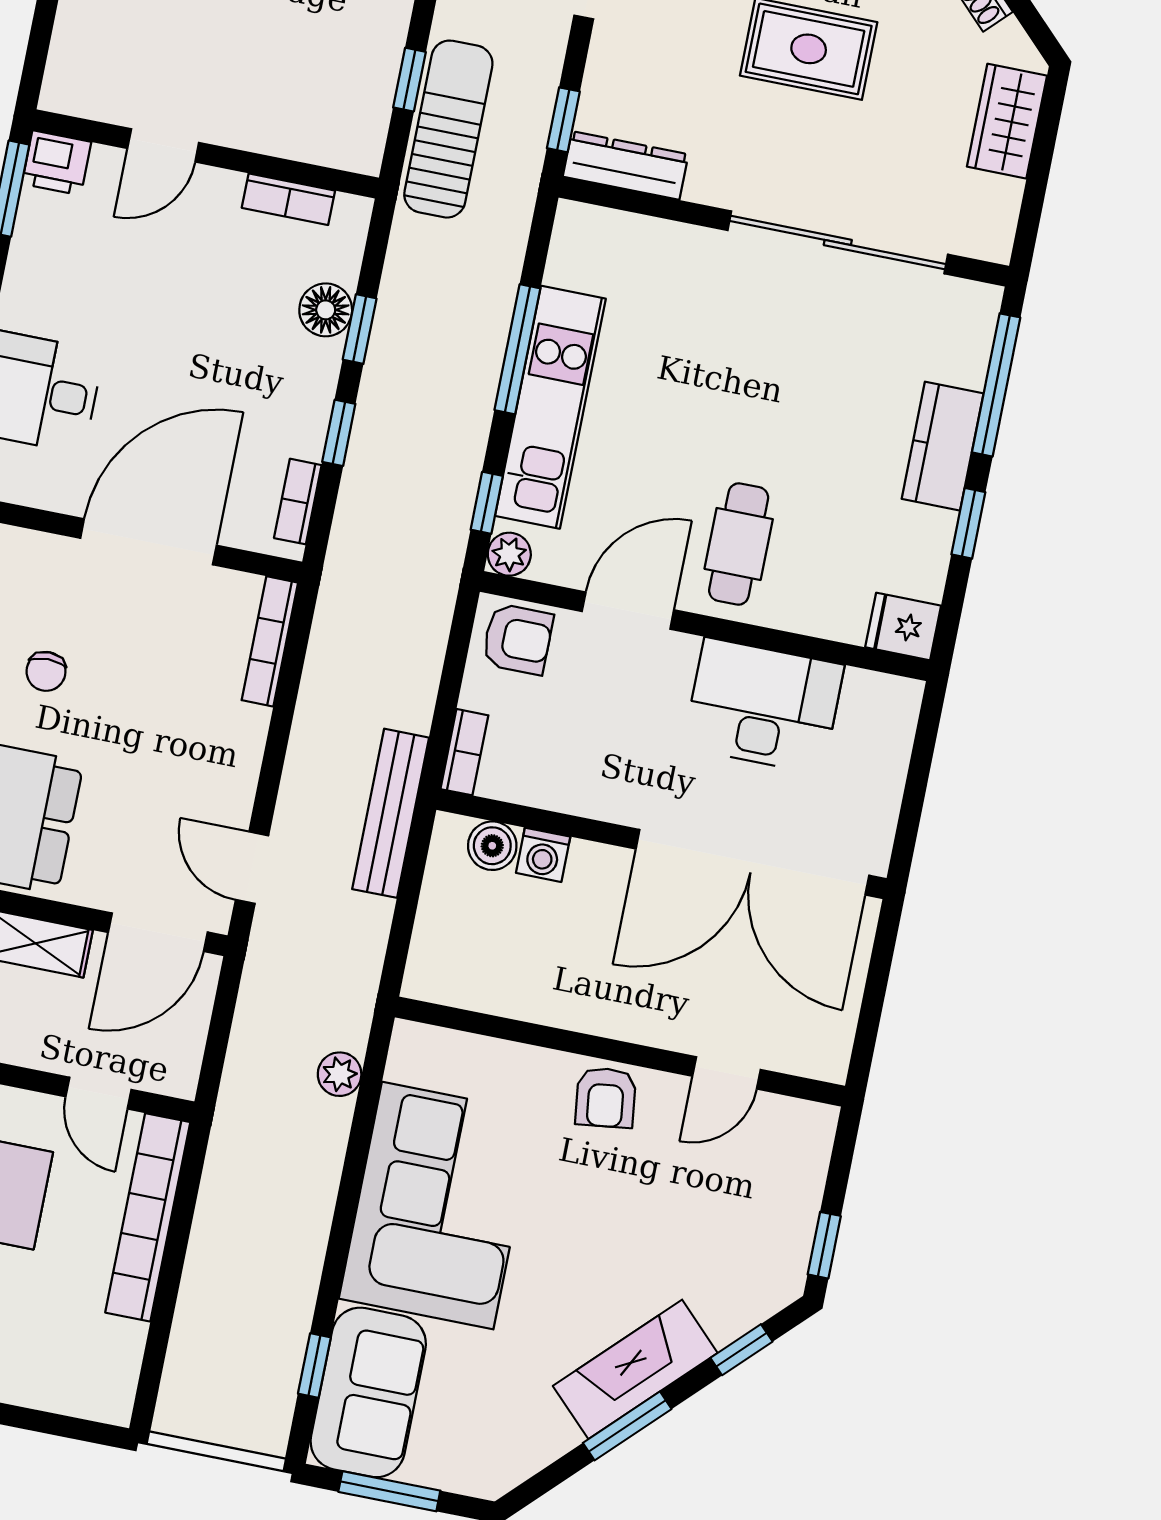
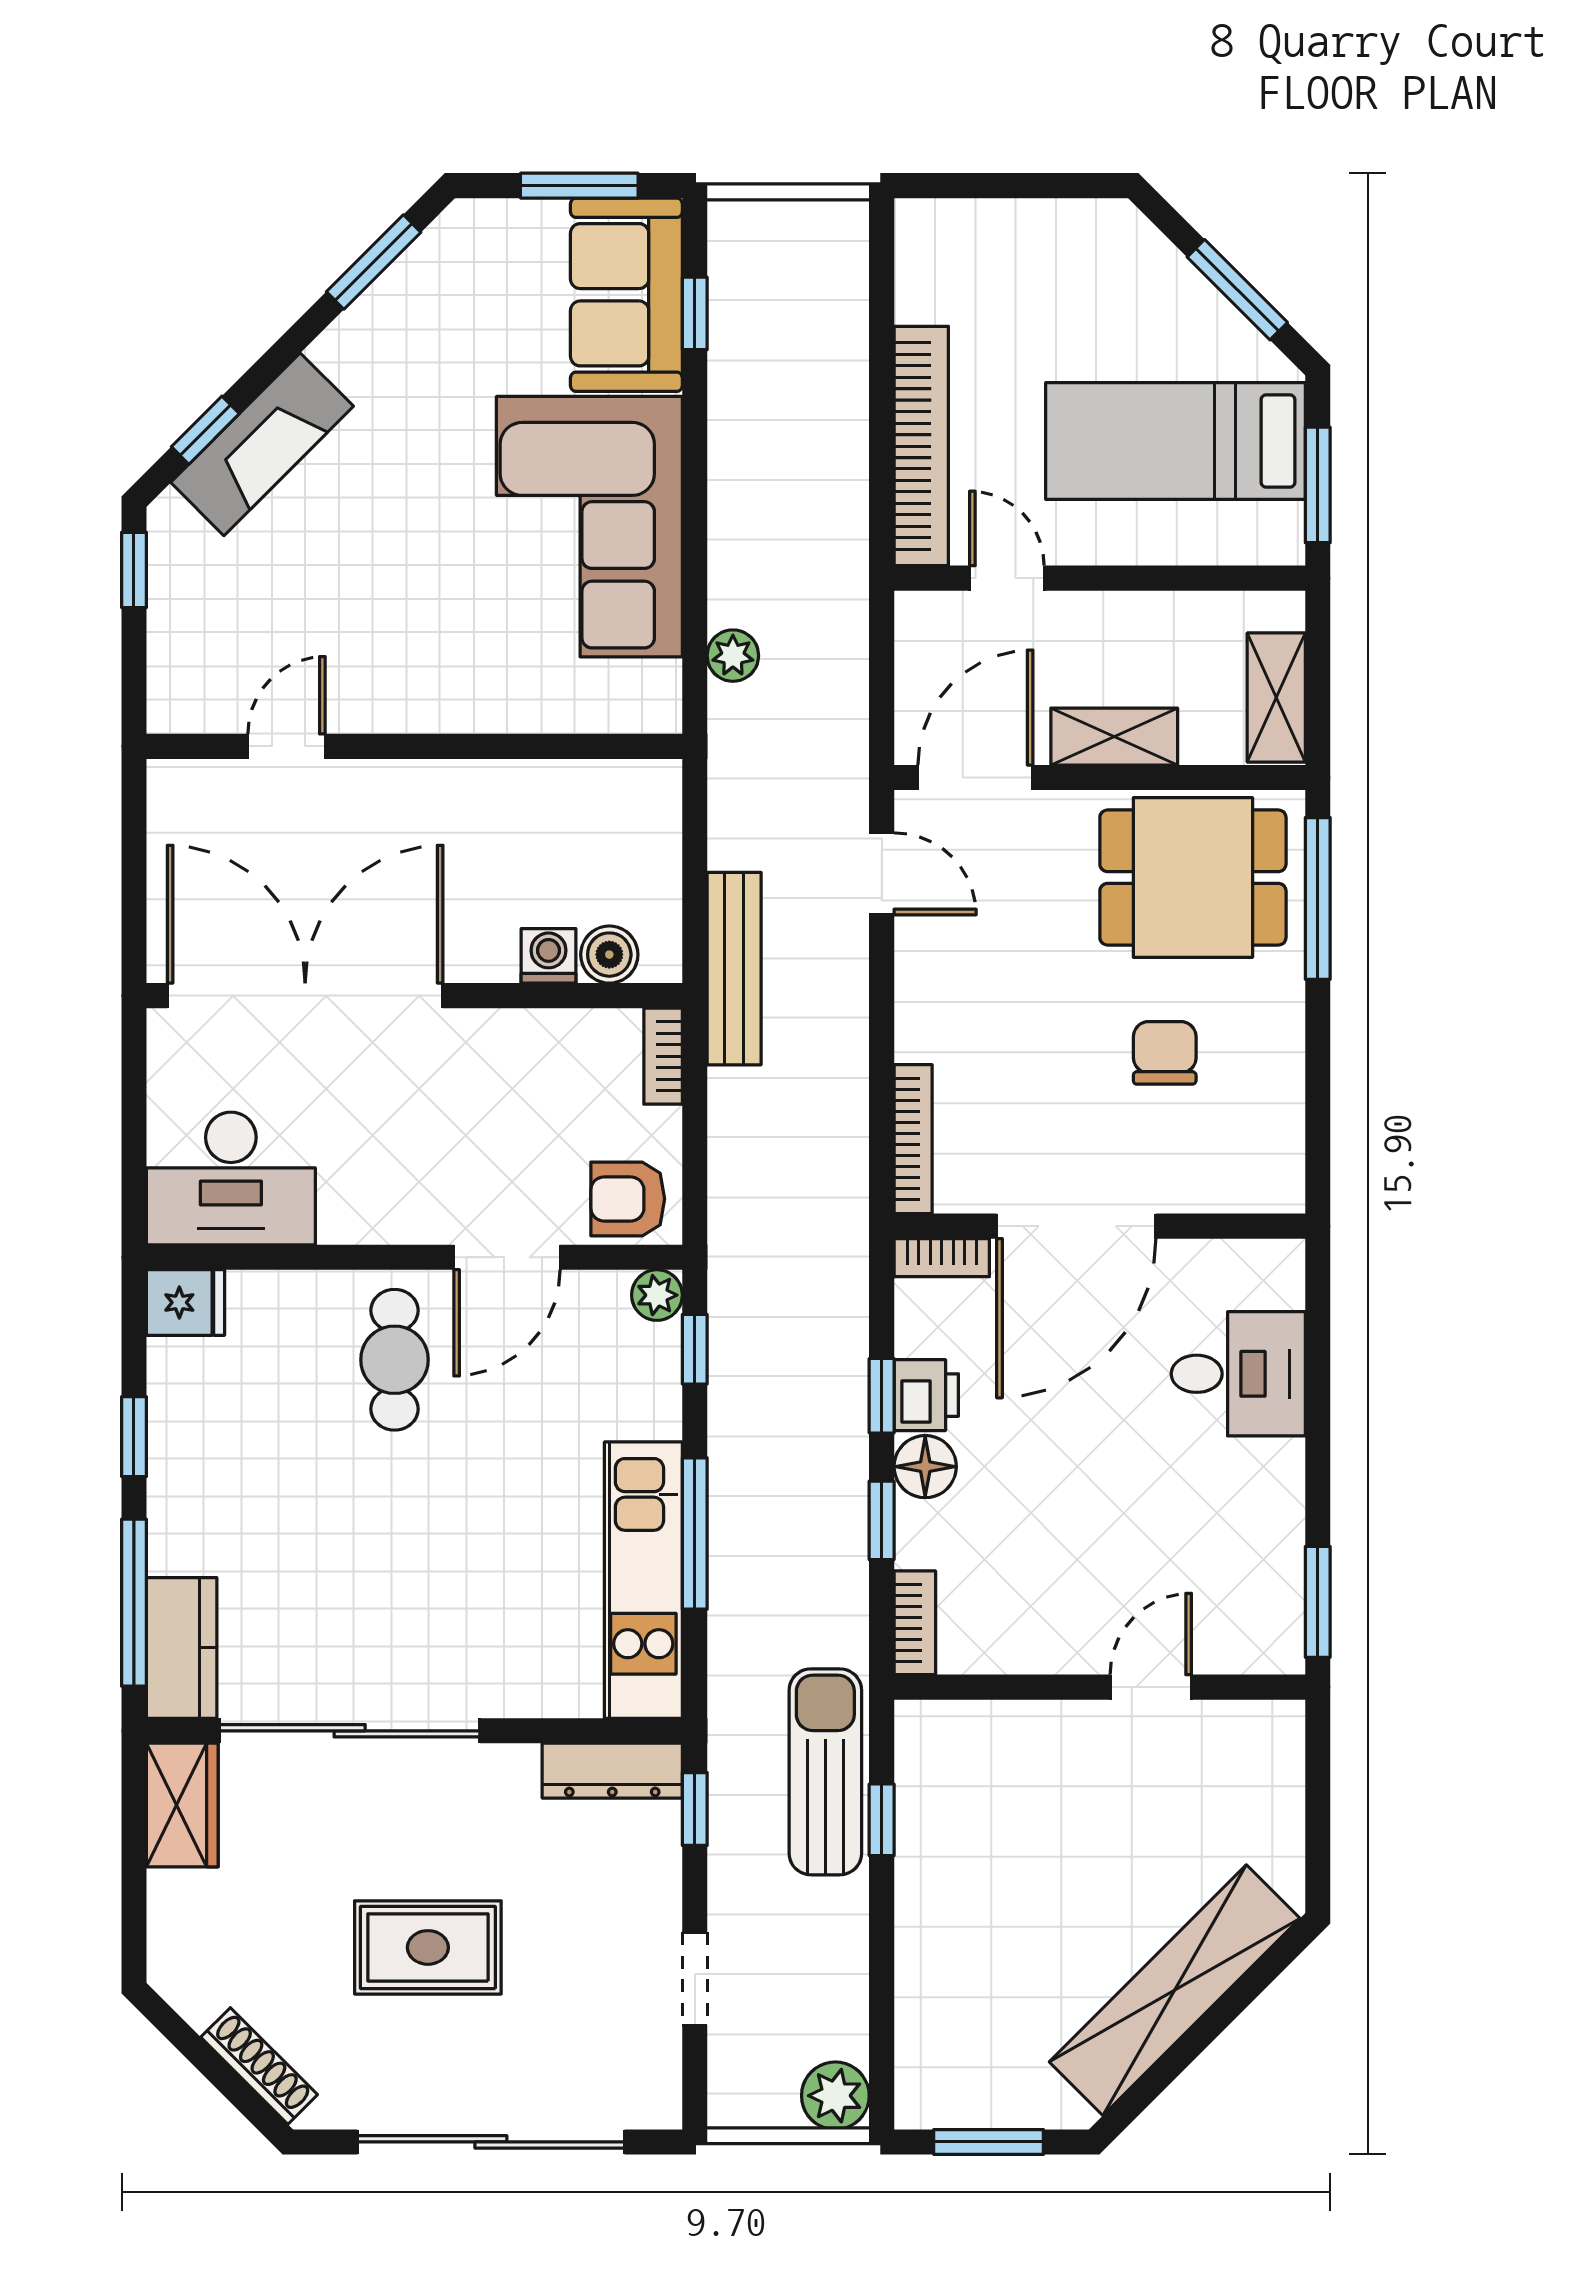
wardrobe: (1007, 121) -> (182, 1805), moved
sun lounger: (448, 129) -> (825, 1772), turned 180
printer: (57, 163) -> (926, 1395), moved, turned 90
bookcase: (288, 199) -> (915, 1623), moved, turned 90
floor lamp: (326, 310) -> (925, 1467), moved
kitchen unit: (550, 407) -> (643, 1580), moved
kitchen counter: (943, 446) -> (182, 1648), moved
bookcase: (298, 502) -> (942, 1258), moved, turned 90
chair: (46, 671) -> (1165, 1053), width x1.37, depth x1.37
desk: (764, 706) -> (231, 1178), moved
armchair: (606, 1098) -> (420, 690), removed
fireplace: (635, 1369) -> (262, 444), moved
window: (627, 1426) -> (374, 262), moved

